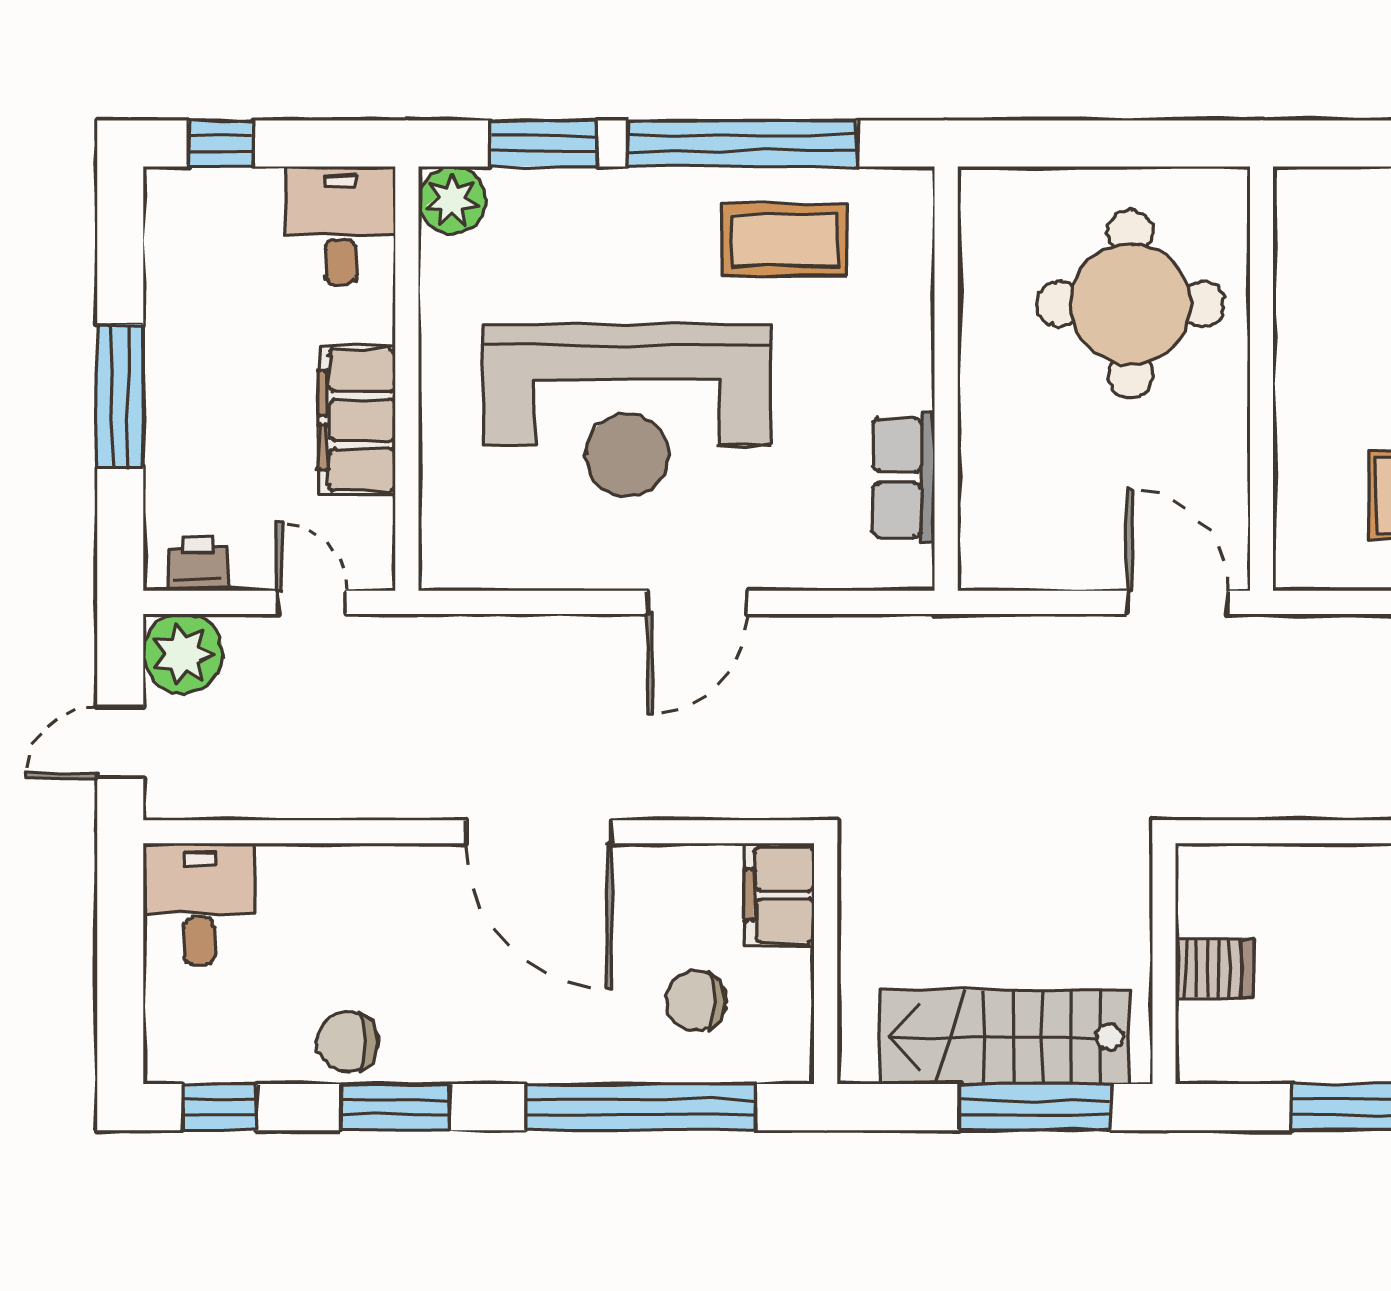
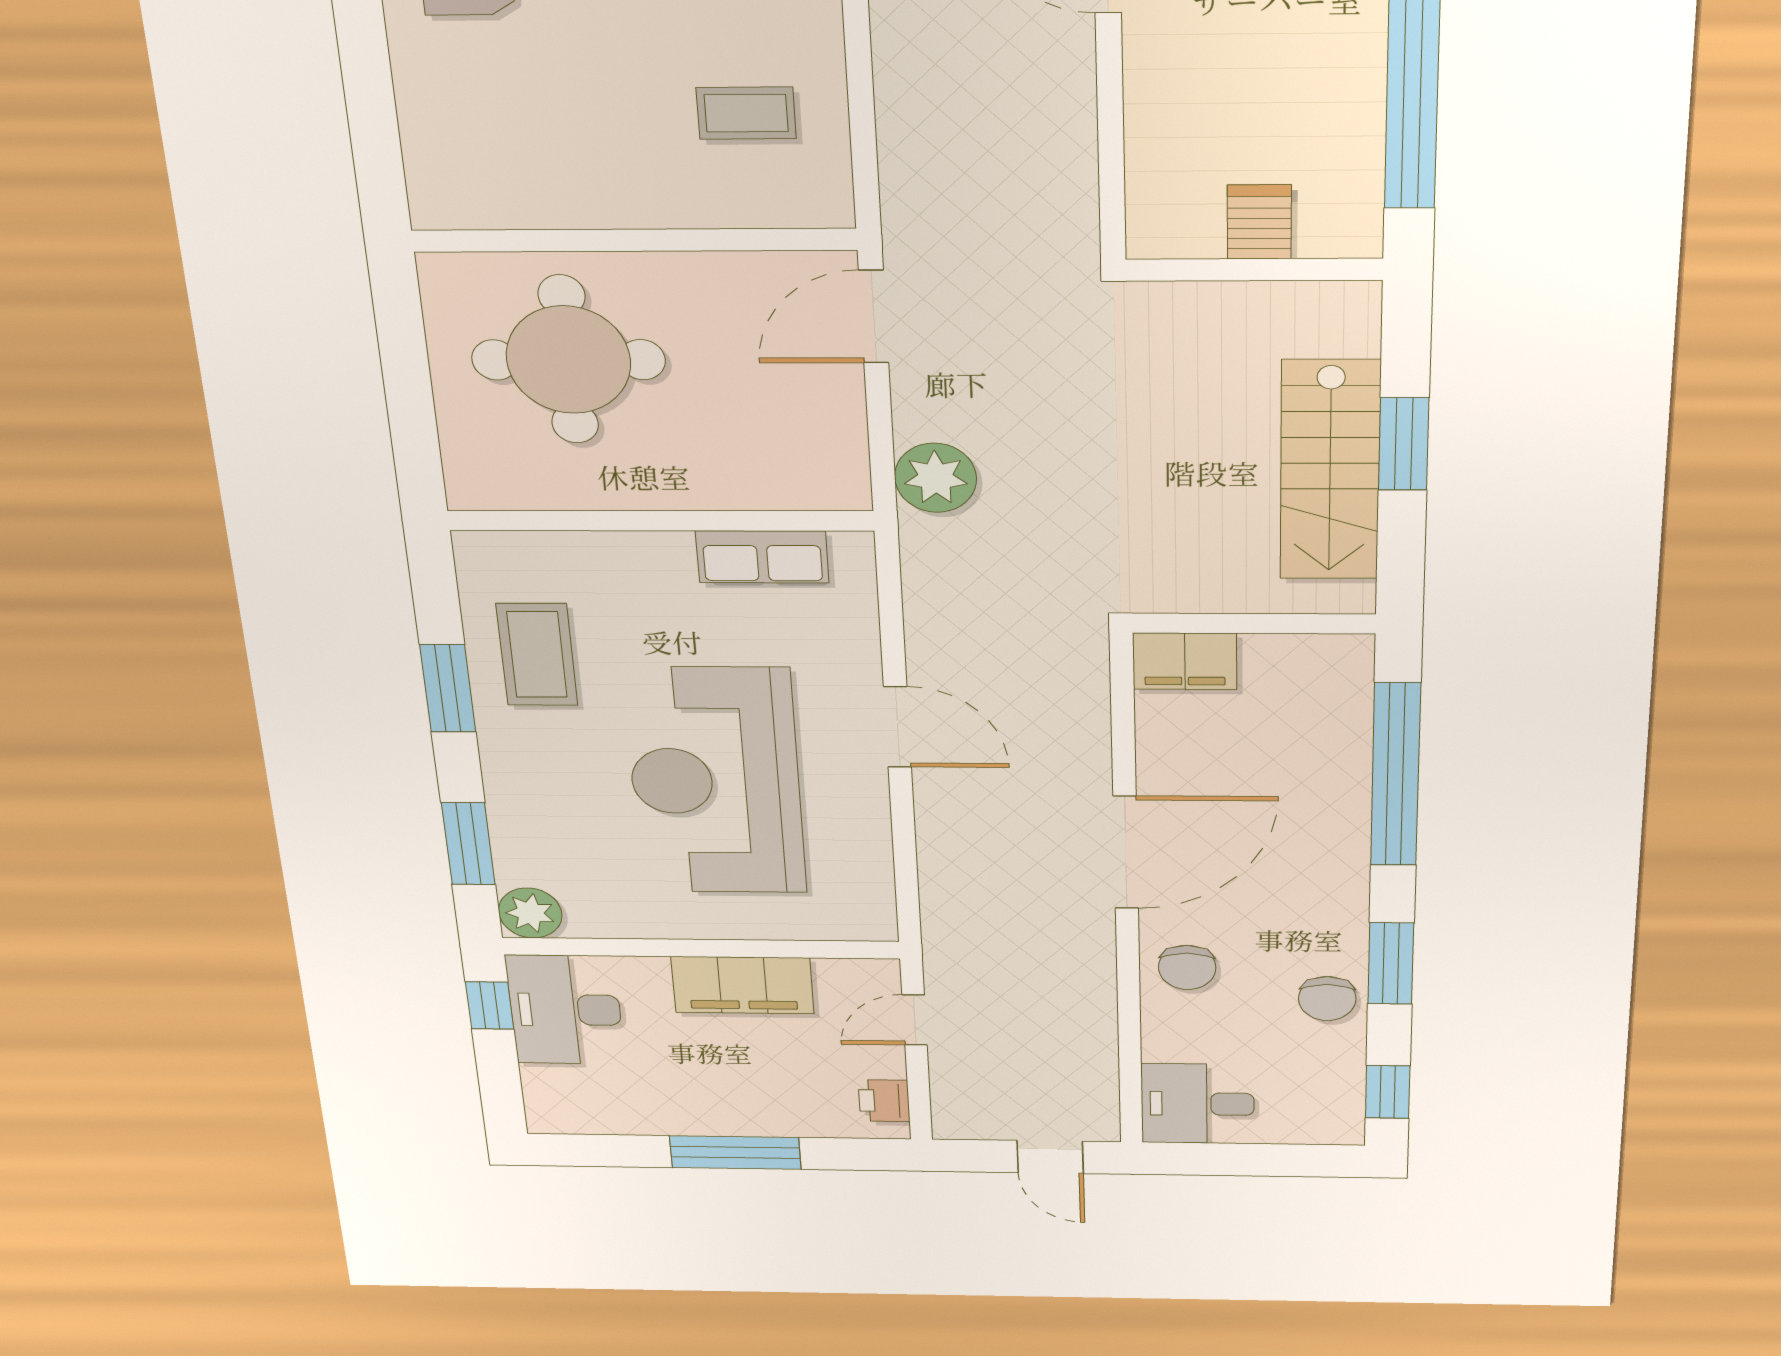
window: (221, 144) -> (490, 1006), moved
window: (742, 144) -> (448, 688), width x0.47
desk: (341, 226) -> (565, 1010), width x1.37
reception desk: (627, 410) -> (715, 781), turned 180
plant: (183, 654) -> (936, 478), moved
wall: (1164, 964) -> (1254, 270), moved
server rack: (1215, 968) -> (1259, 222), moved
chair: (696, 1000) -> (1187, 967), moved
window: (1035, 1107) -> (1404, 444), width x0.69

